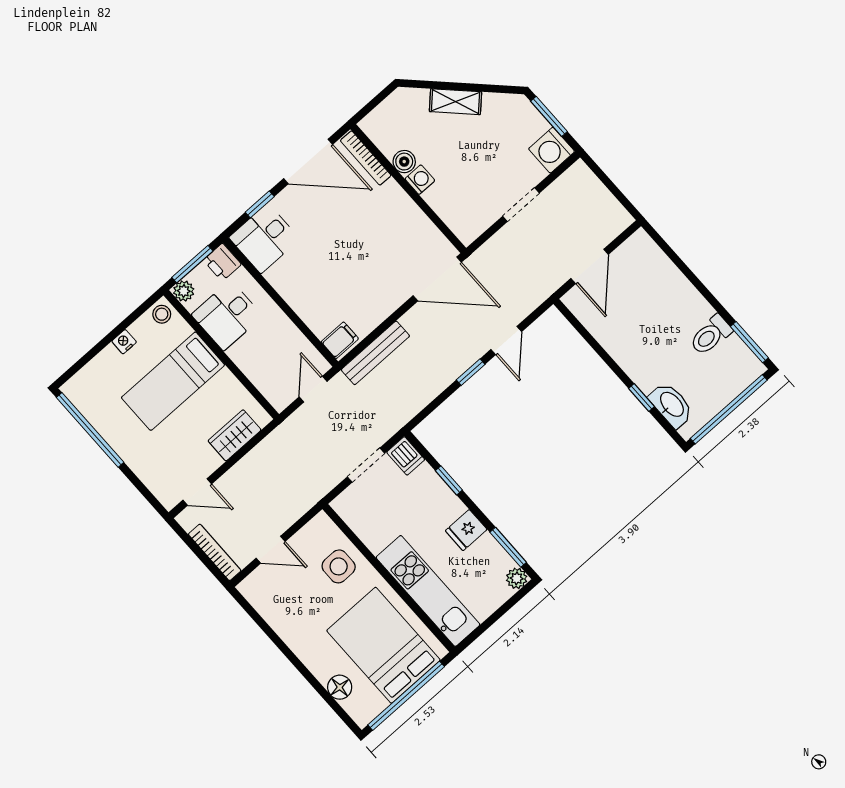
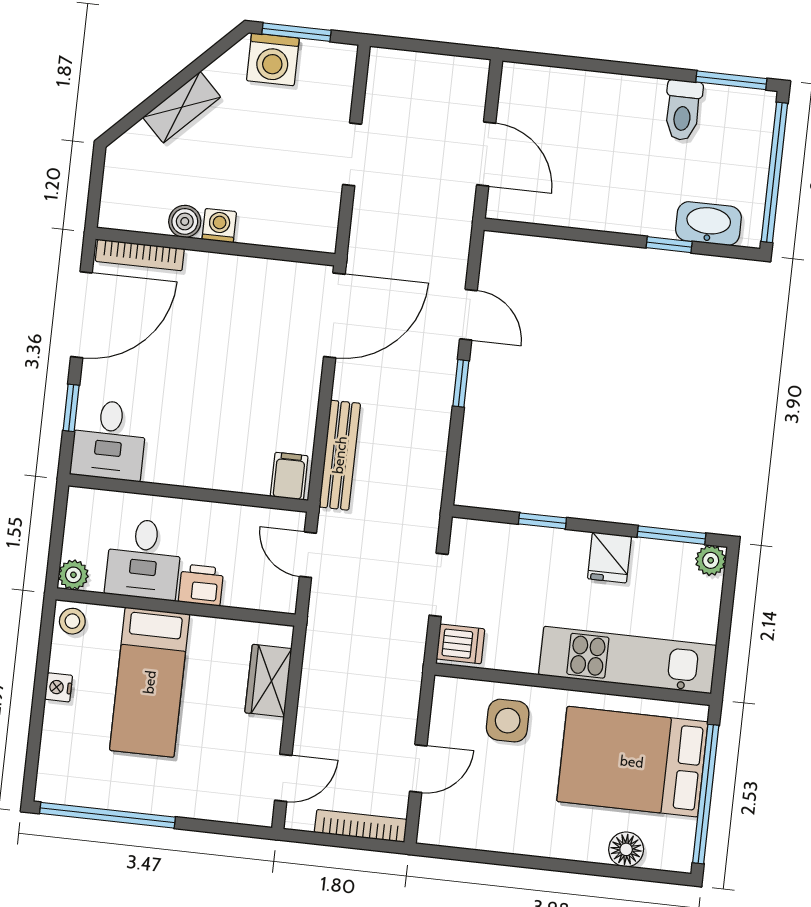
washing machine: (552, 150) -> (273, 59), moved
printer: (222, 262) -> (201, 585), moved, turned 180
window: (192, 264) -> (57, 538), removed
dishwasher: (406, 456) -> (460, 644), moved

